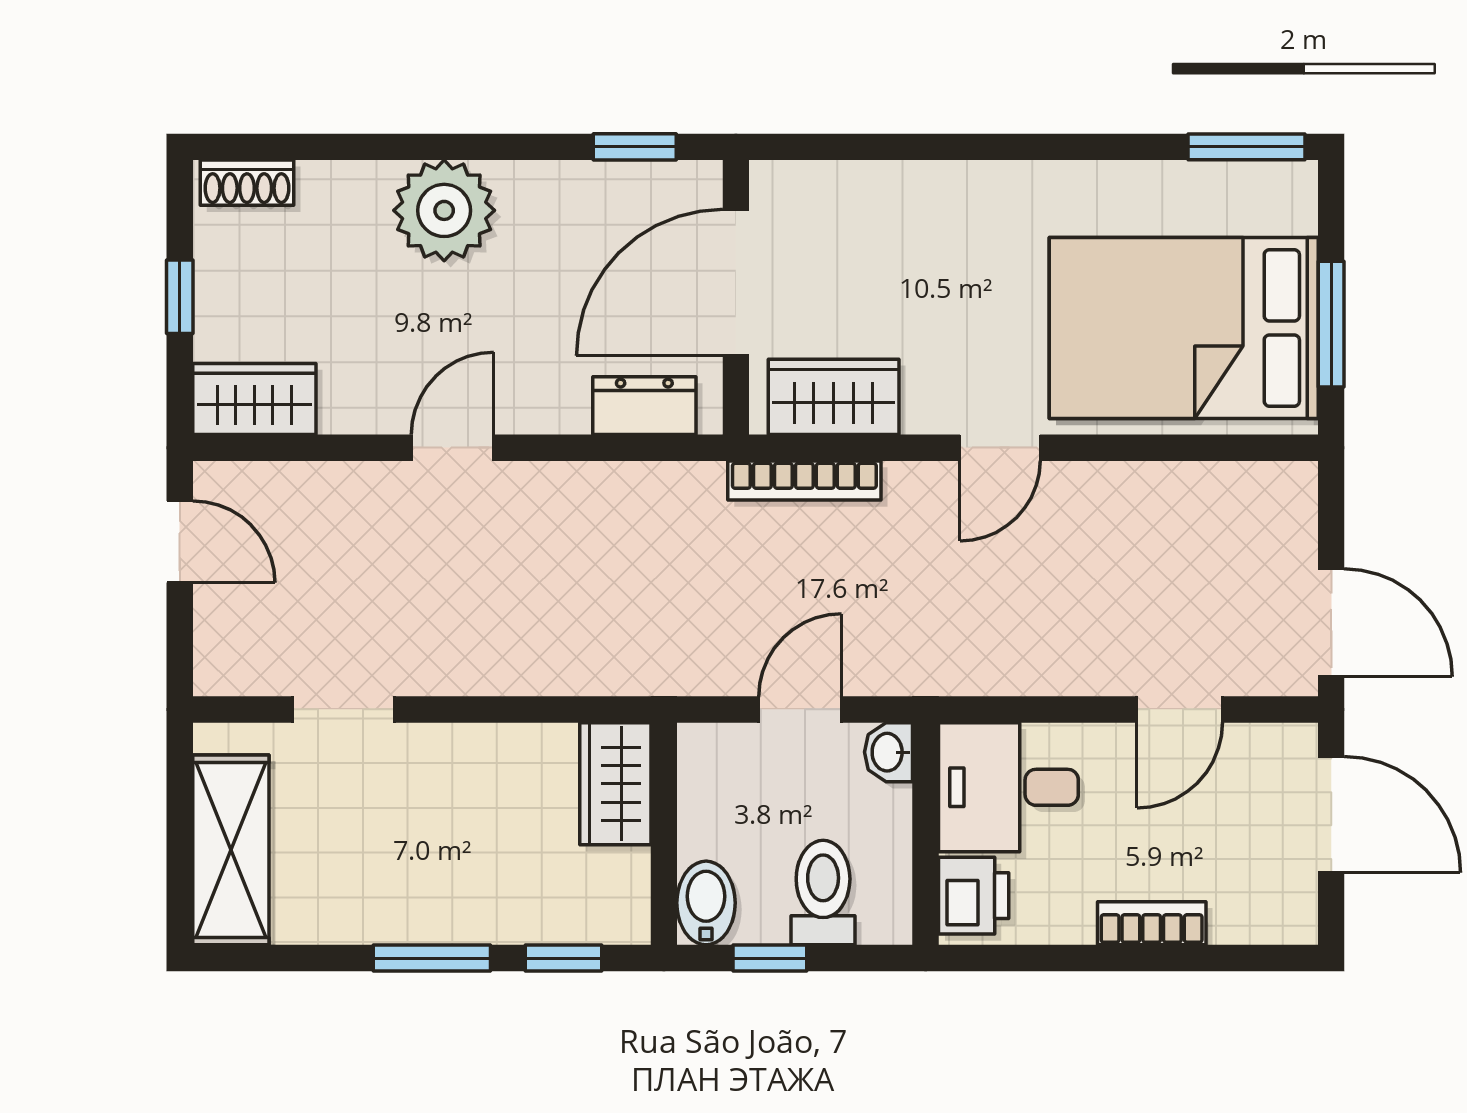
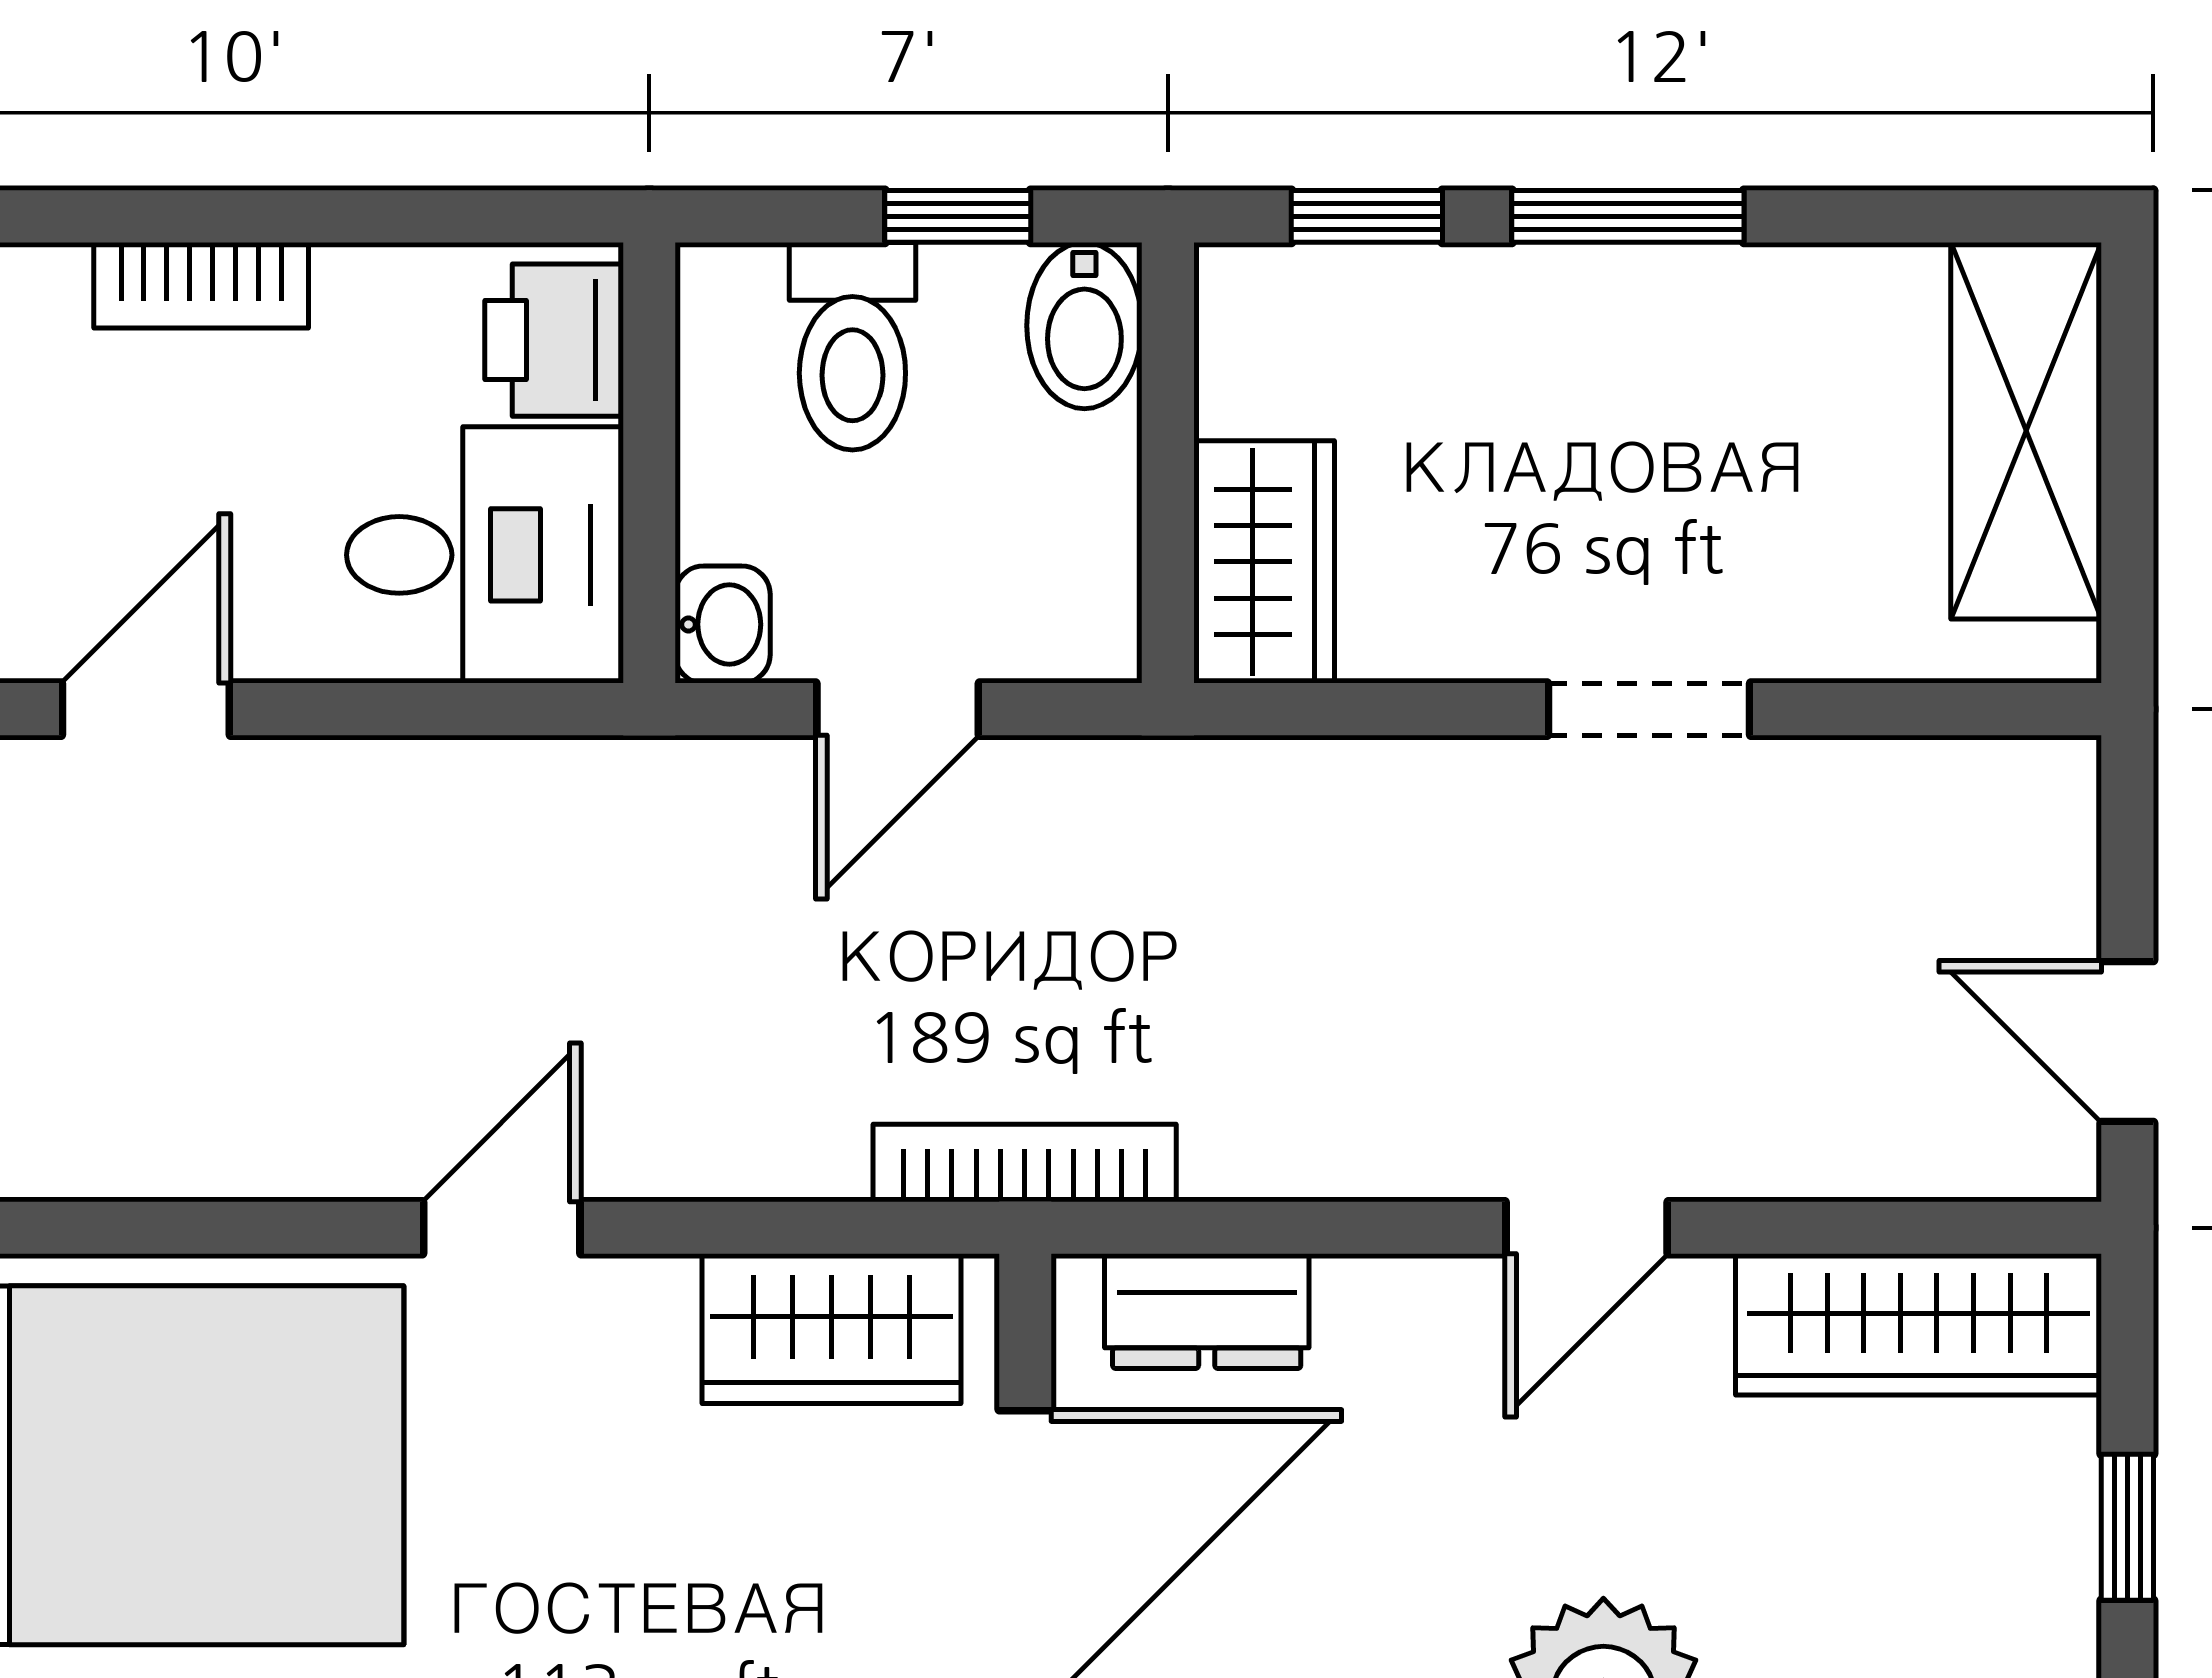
wardrobe: (254, 399) -> (1919, 1324), width x1.50
bookcase: (804, 480) -> (1025, 1163), moved
doorway: (343, 709) -> (1649, 709), moved

